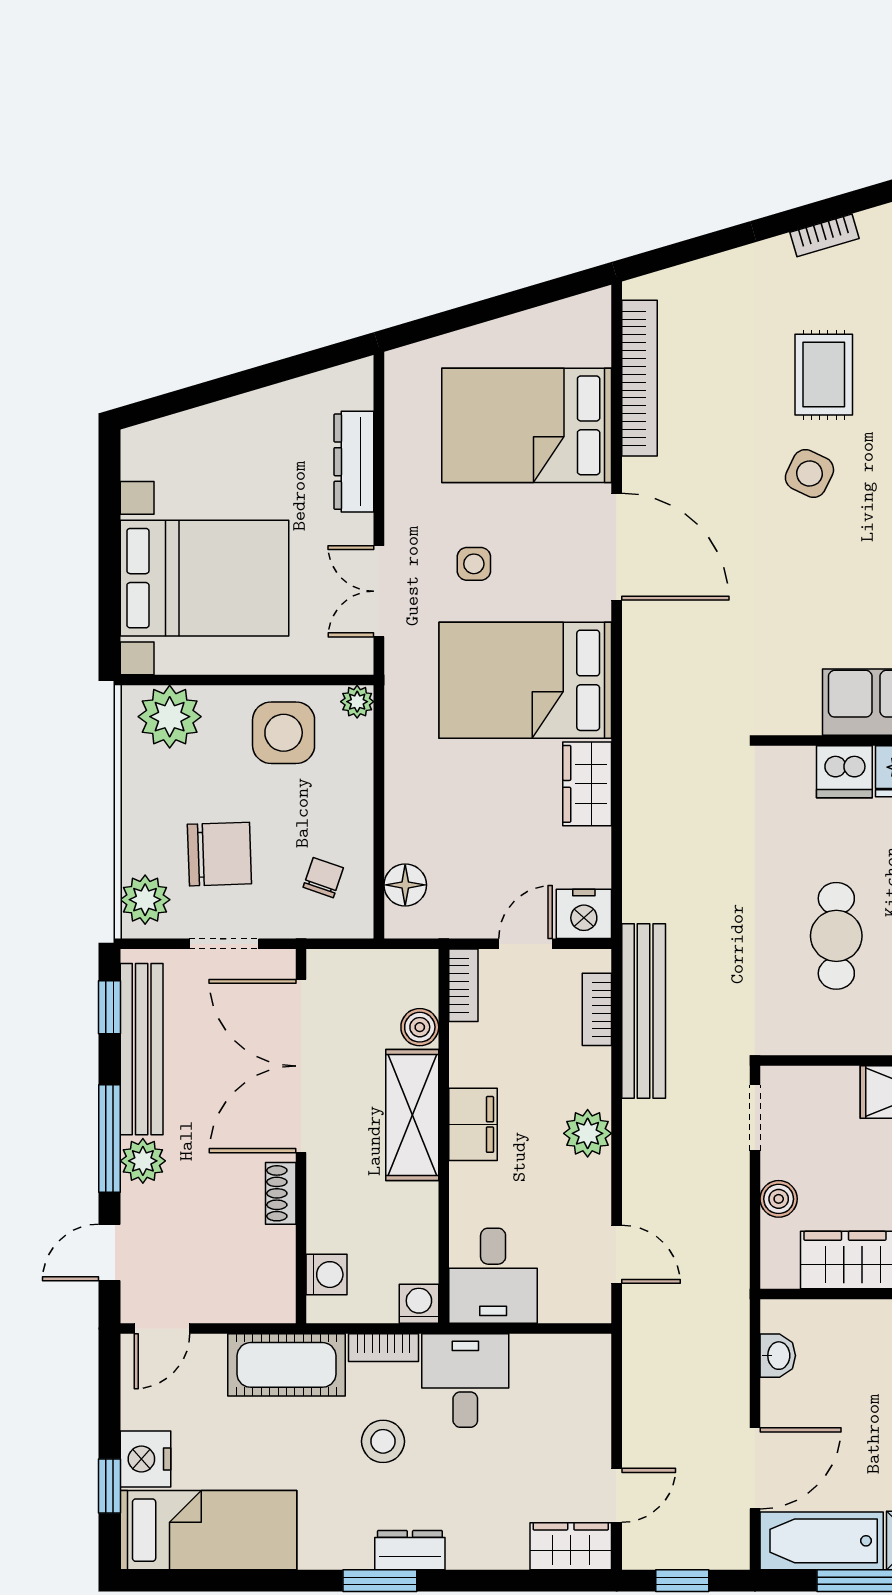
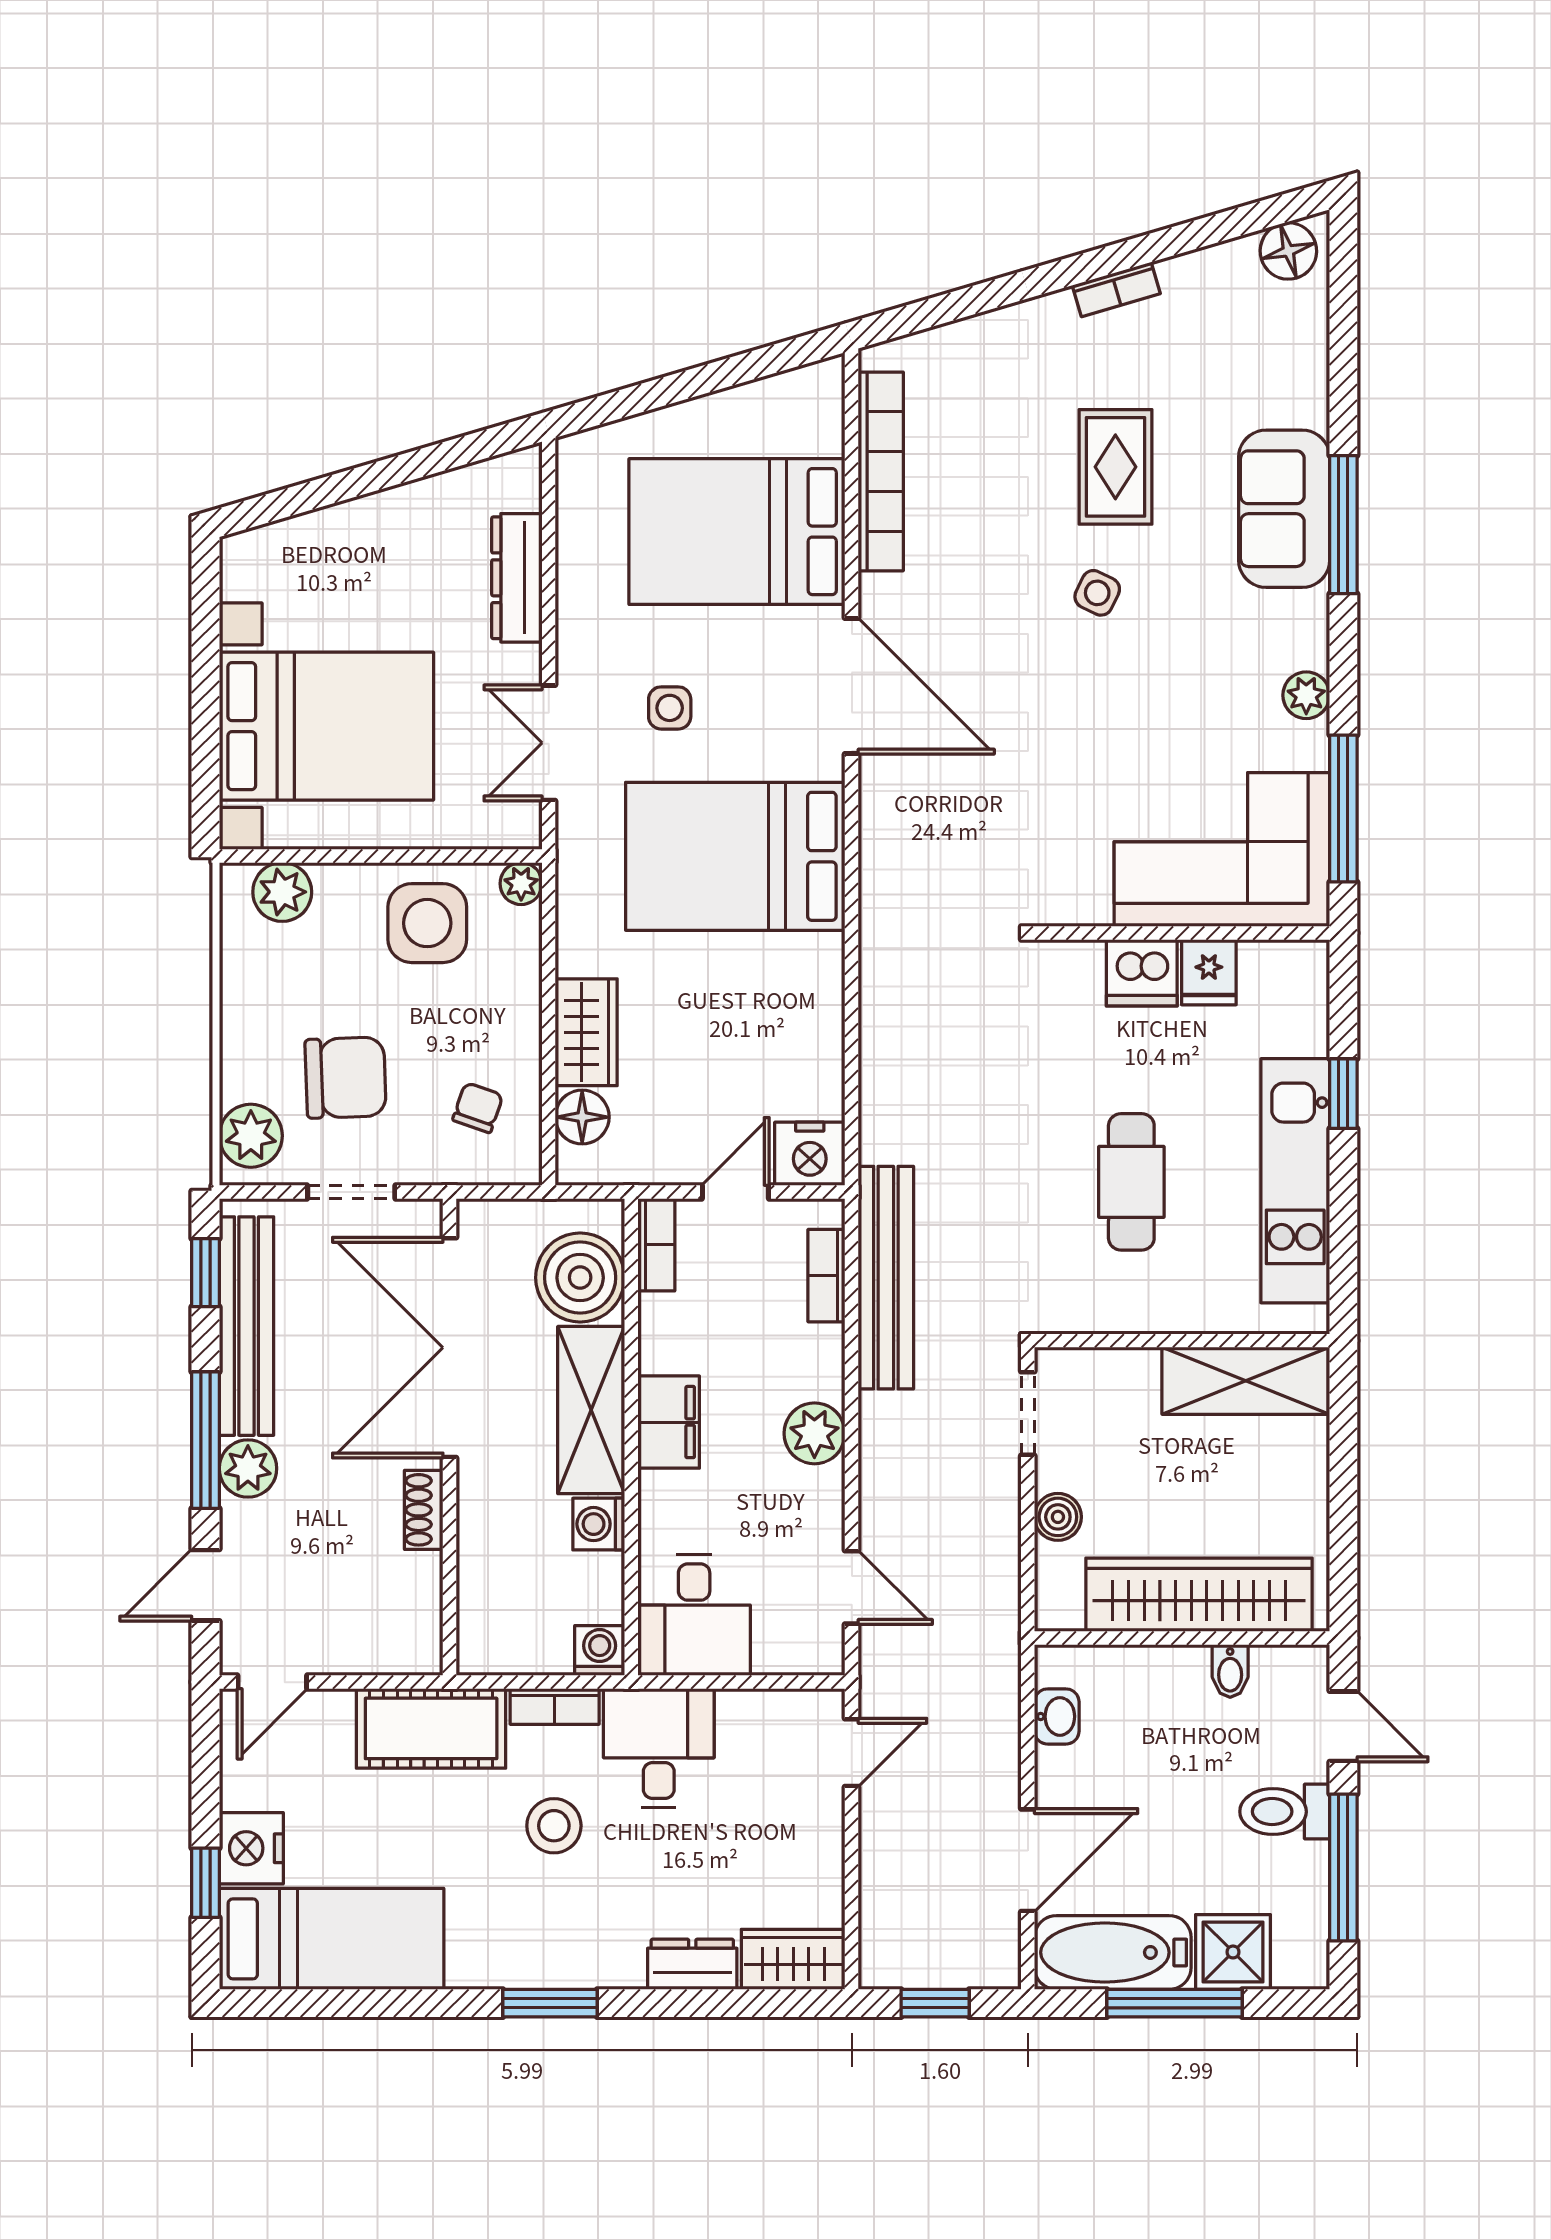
side table: (809, 473) -> (1097, 593), width x0.73, depth x0.73
plant: (170, 717) -> (282, 892), width x0.73, depth x0.73
wardrobe: (587, 784) -> (586, 1032), moved, turned 180
boiler: (420, 1027) -> (580, 1278), width x1.86, depth x1.86
washing machine: (327, 1275) -> (599, 1524), moved, turned 180
door: (617, 1495) -> (852, 1753), moved
dresser: (410, 1550) -> (692, 1964), moved

